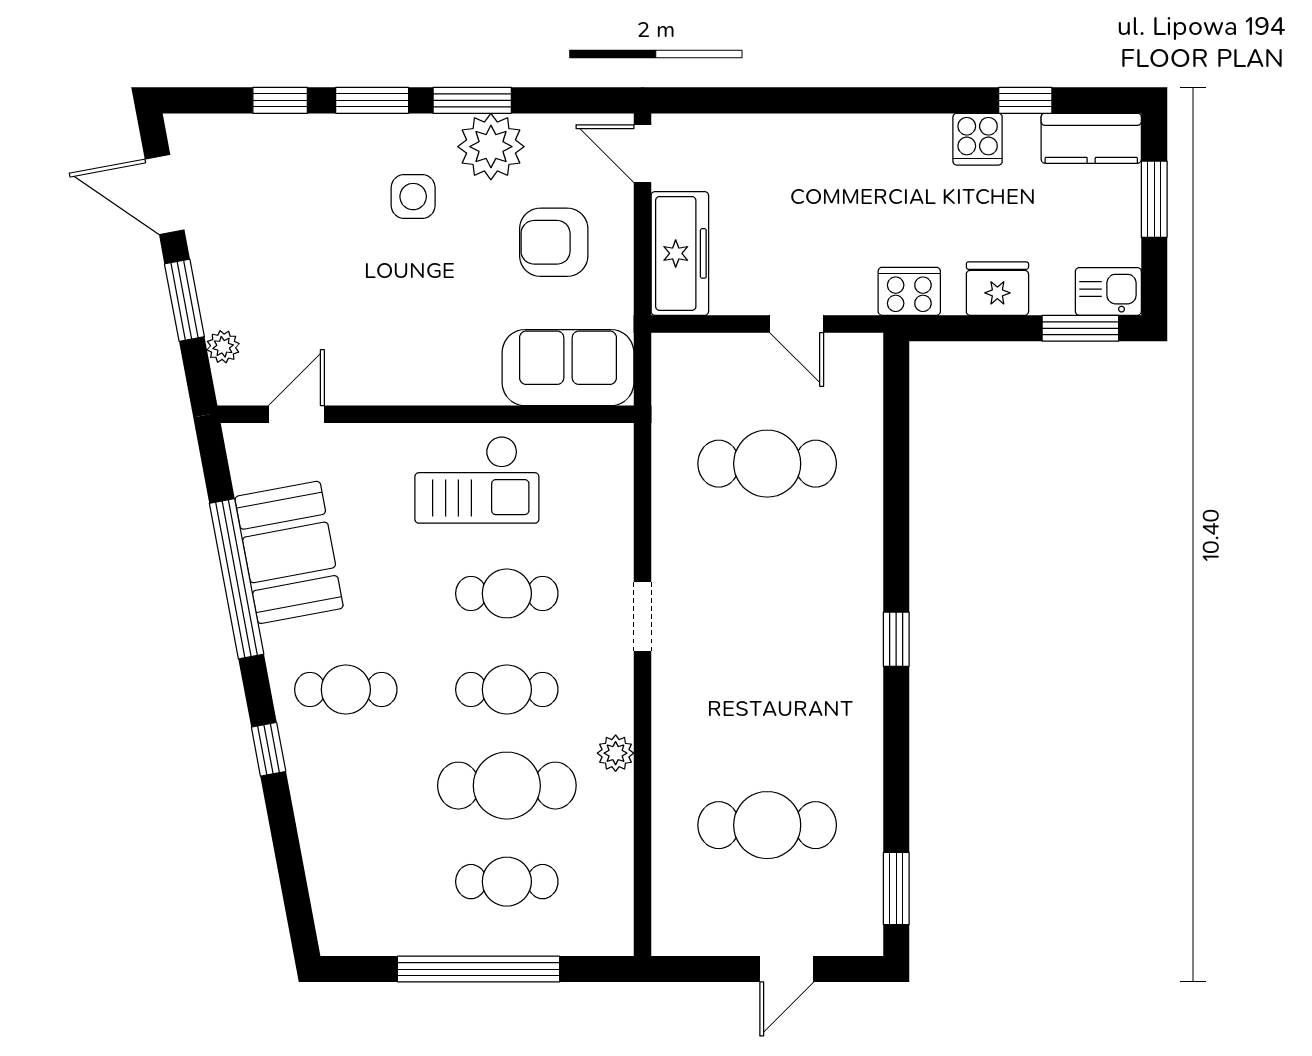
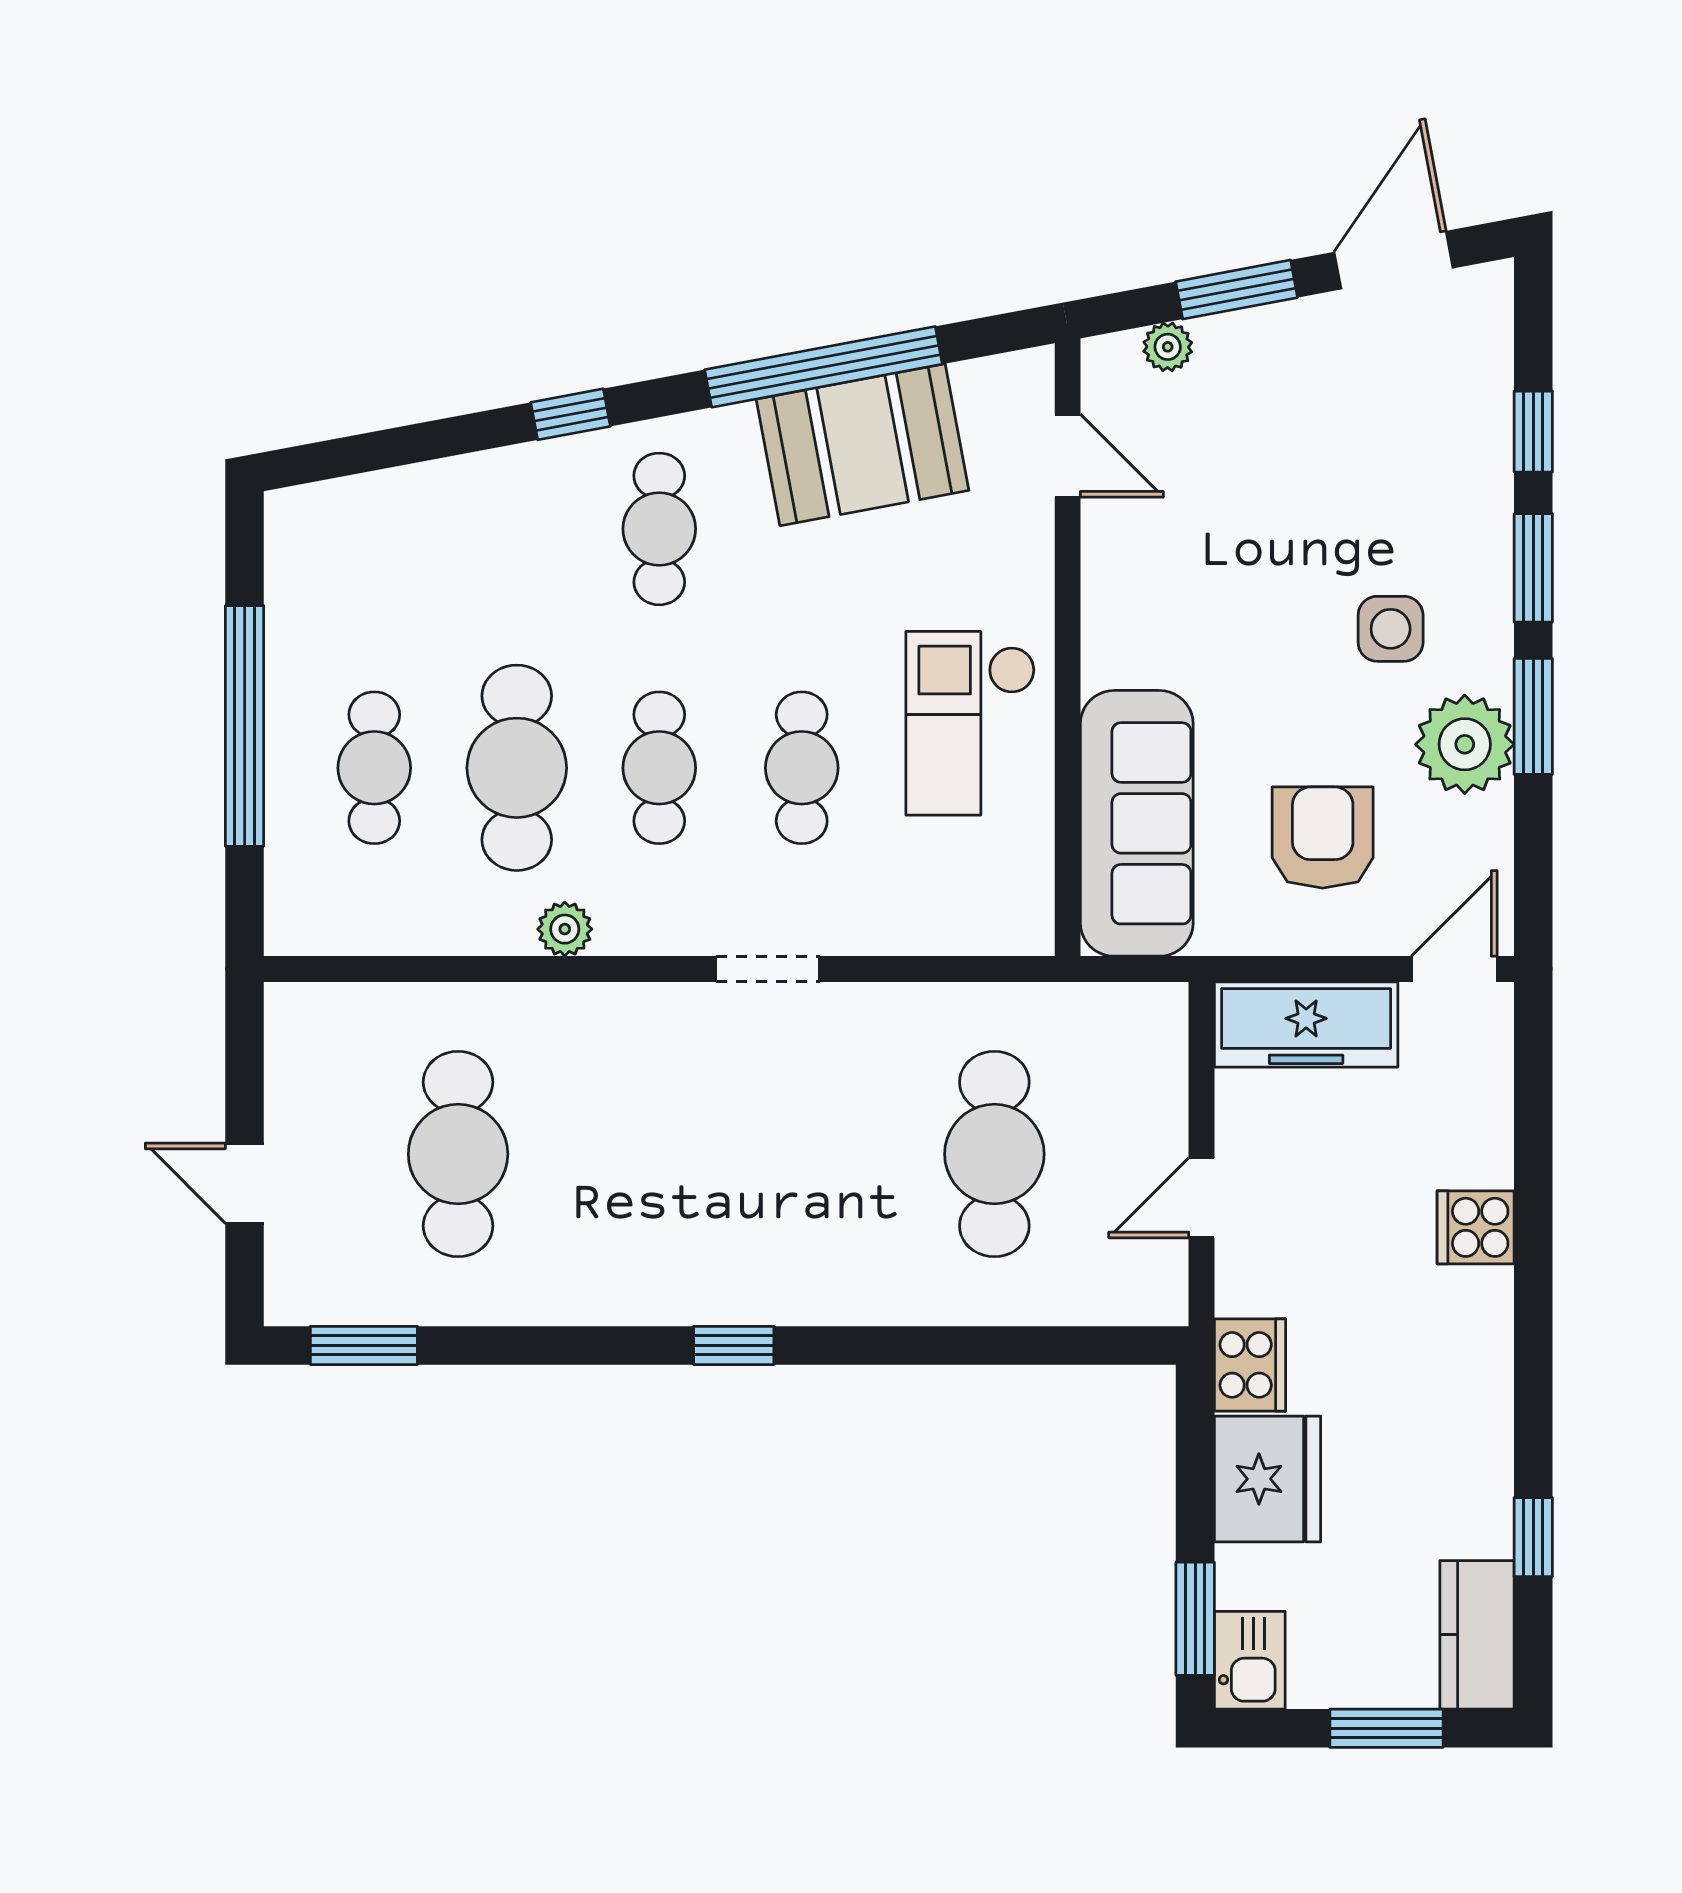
cooker: (978, 139) -> (1476, 1227), moved
fridge: (997, 289) -> (1267, 1479), width x1.36, depth x1.34
sofa: (568, 368) -> (1137, 823), width x1.36

